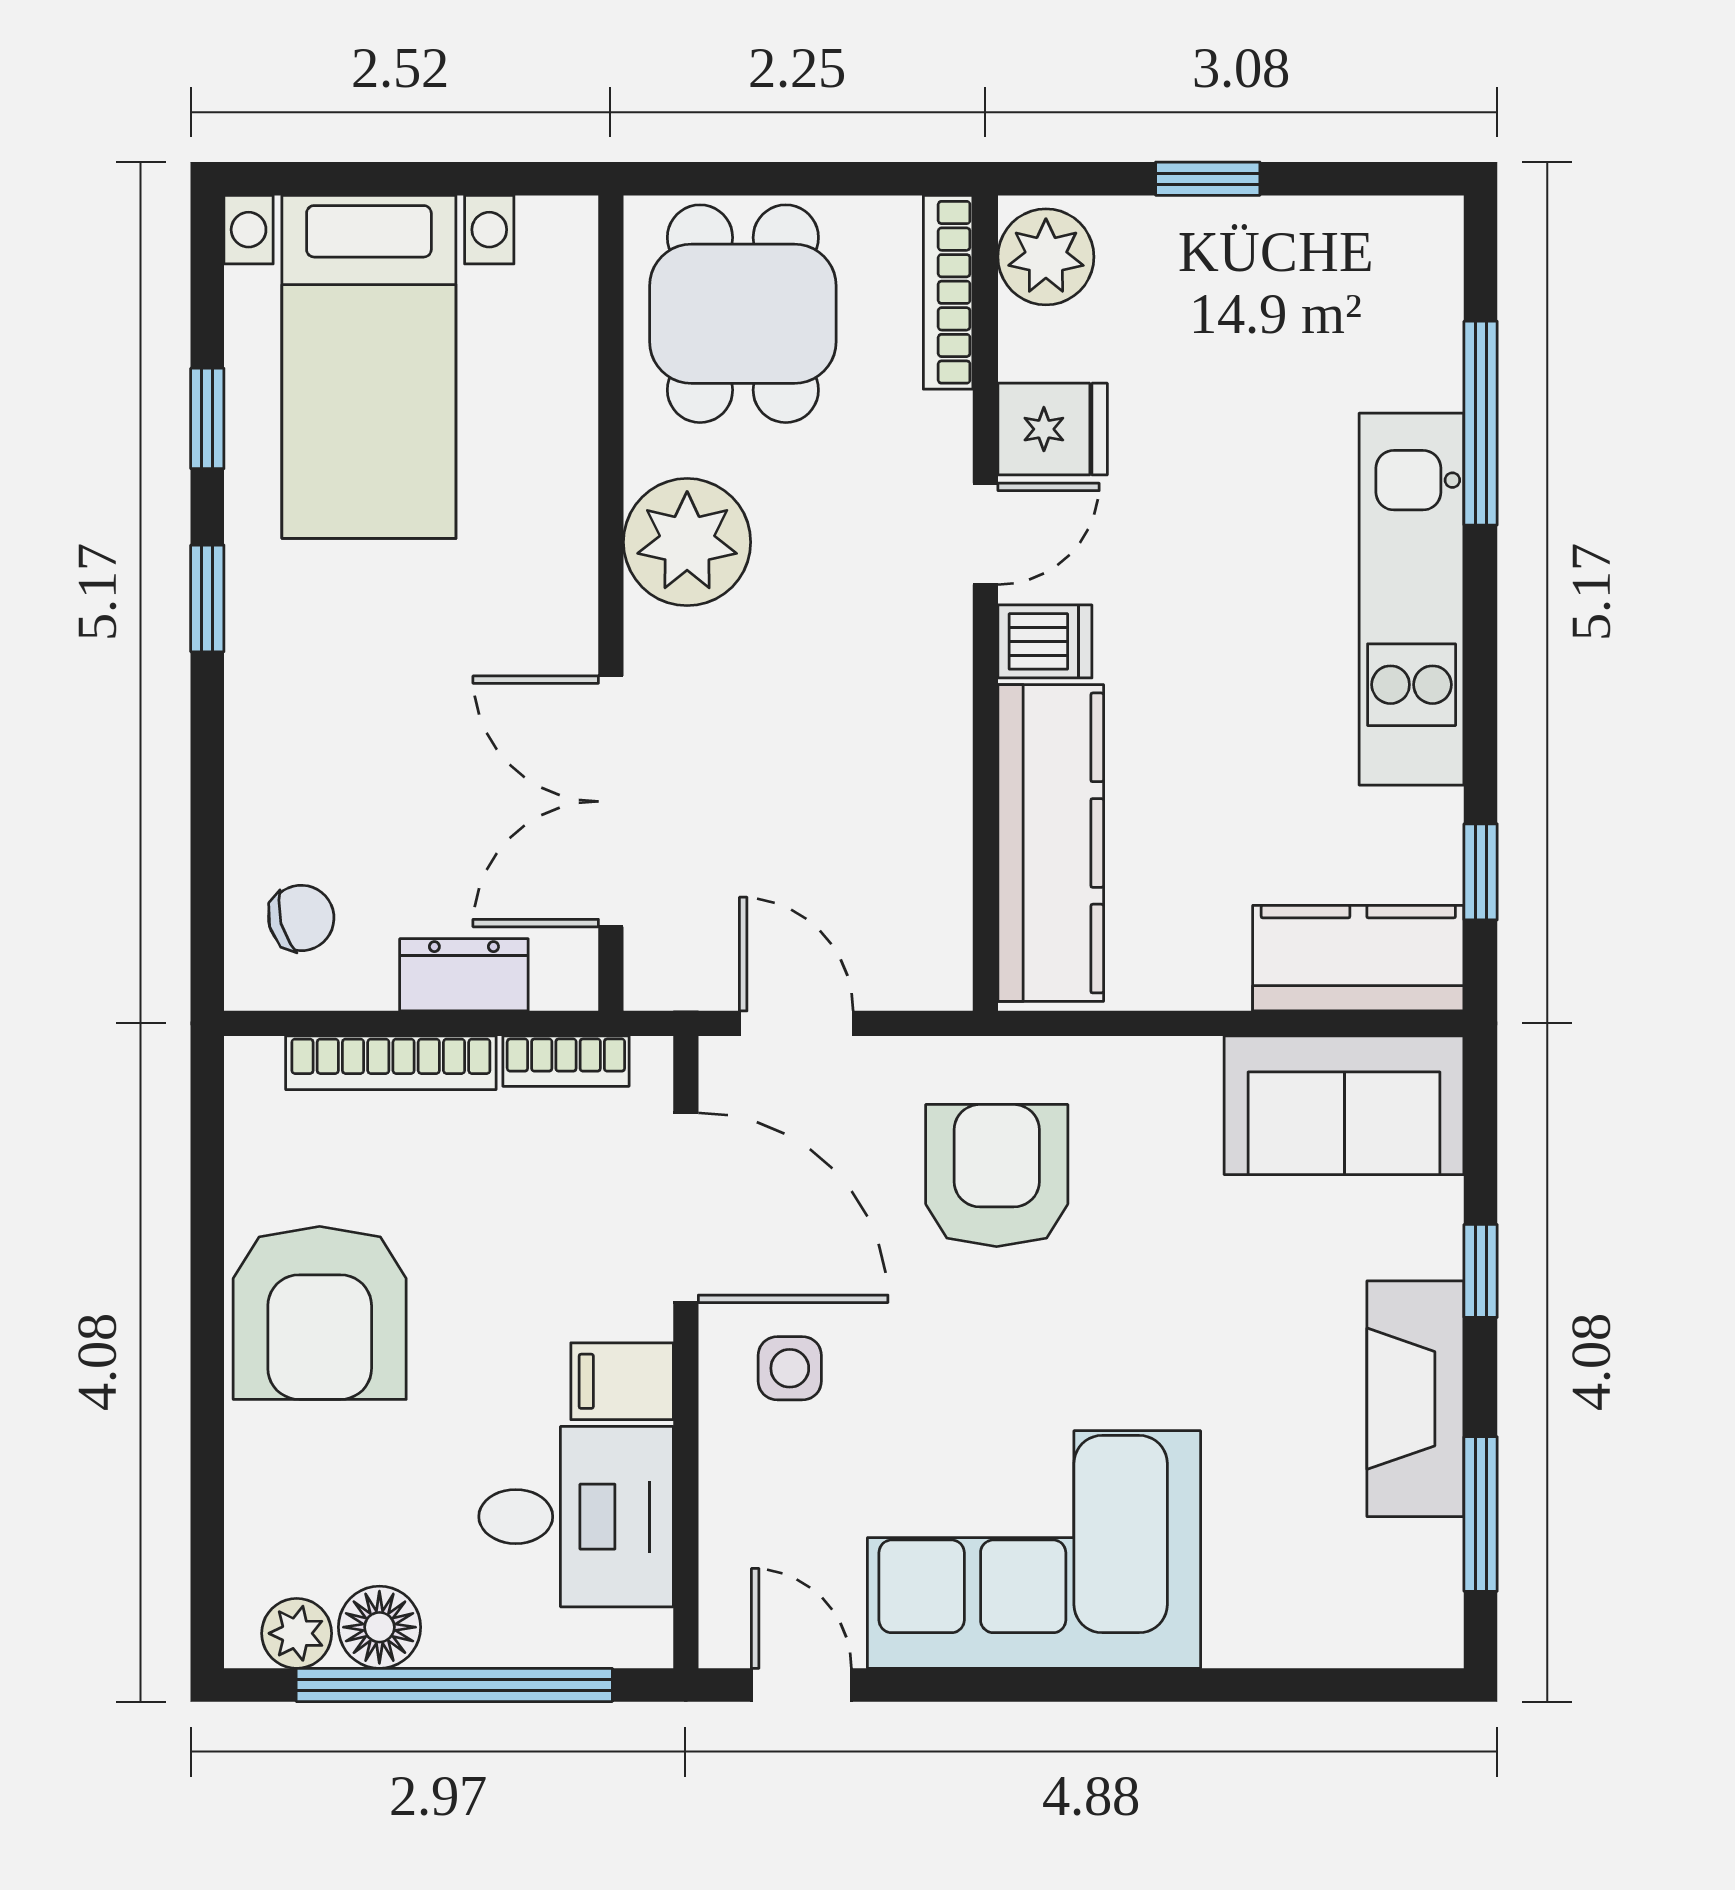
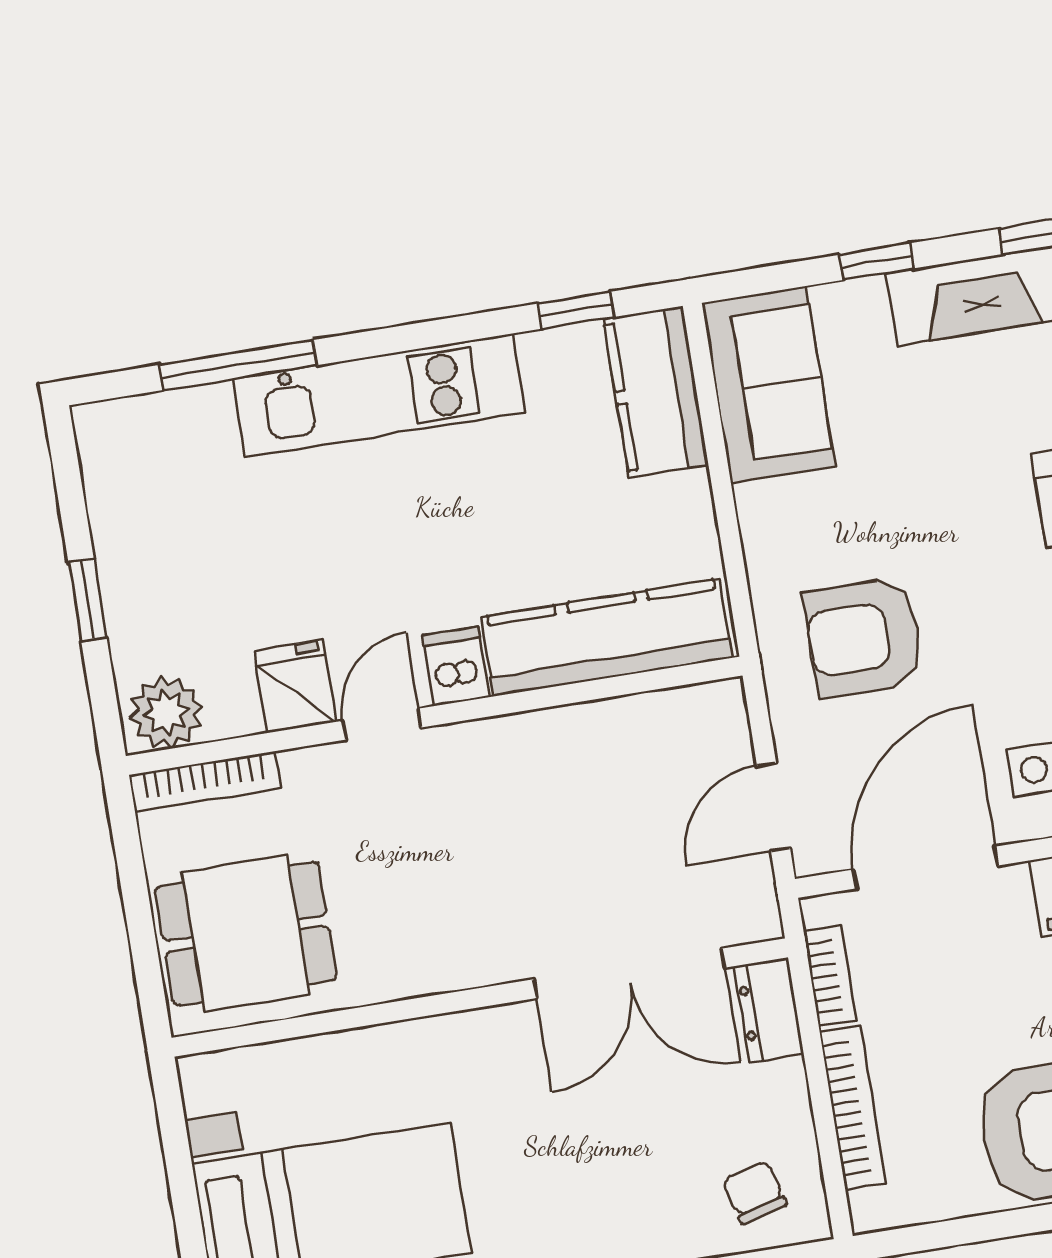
door: (985, 534) -> (382, 724), hinge flipped
plant: (687, 542) -> (425, 948), removed
dresser: (464, 975) -> (769, 1010), moved

